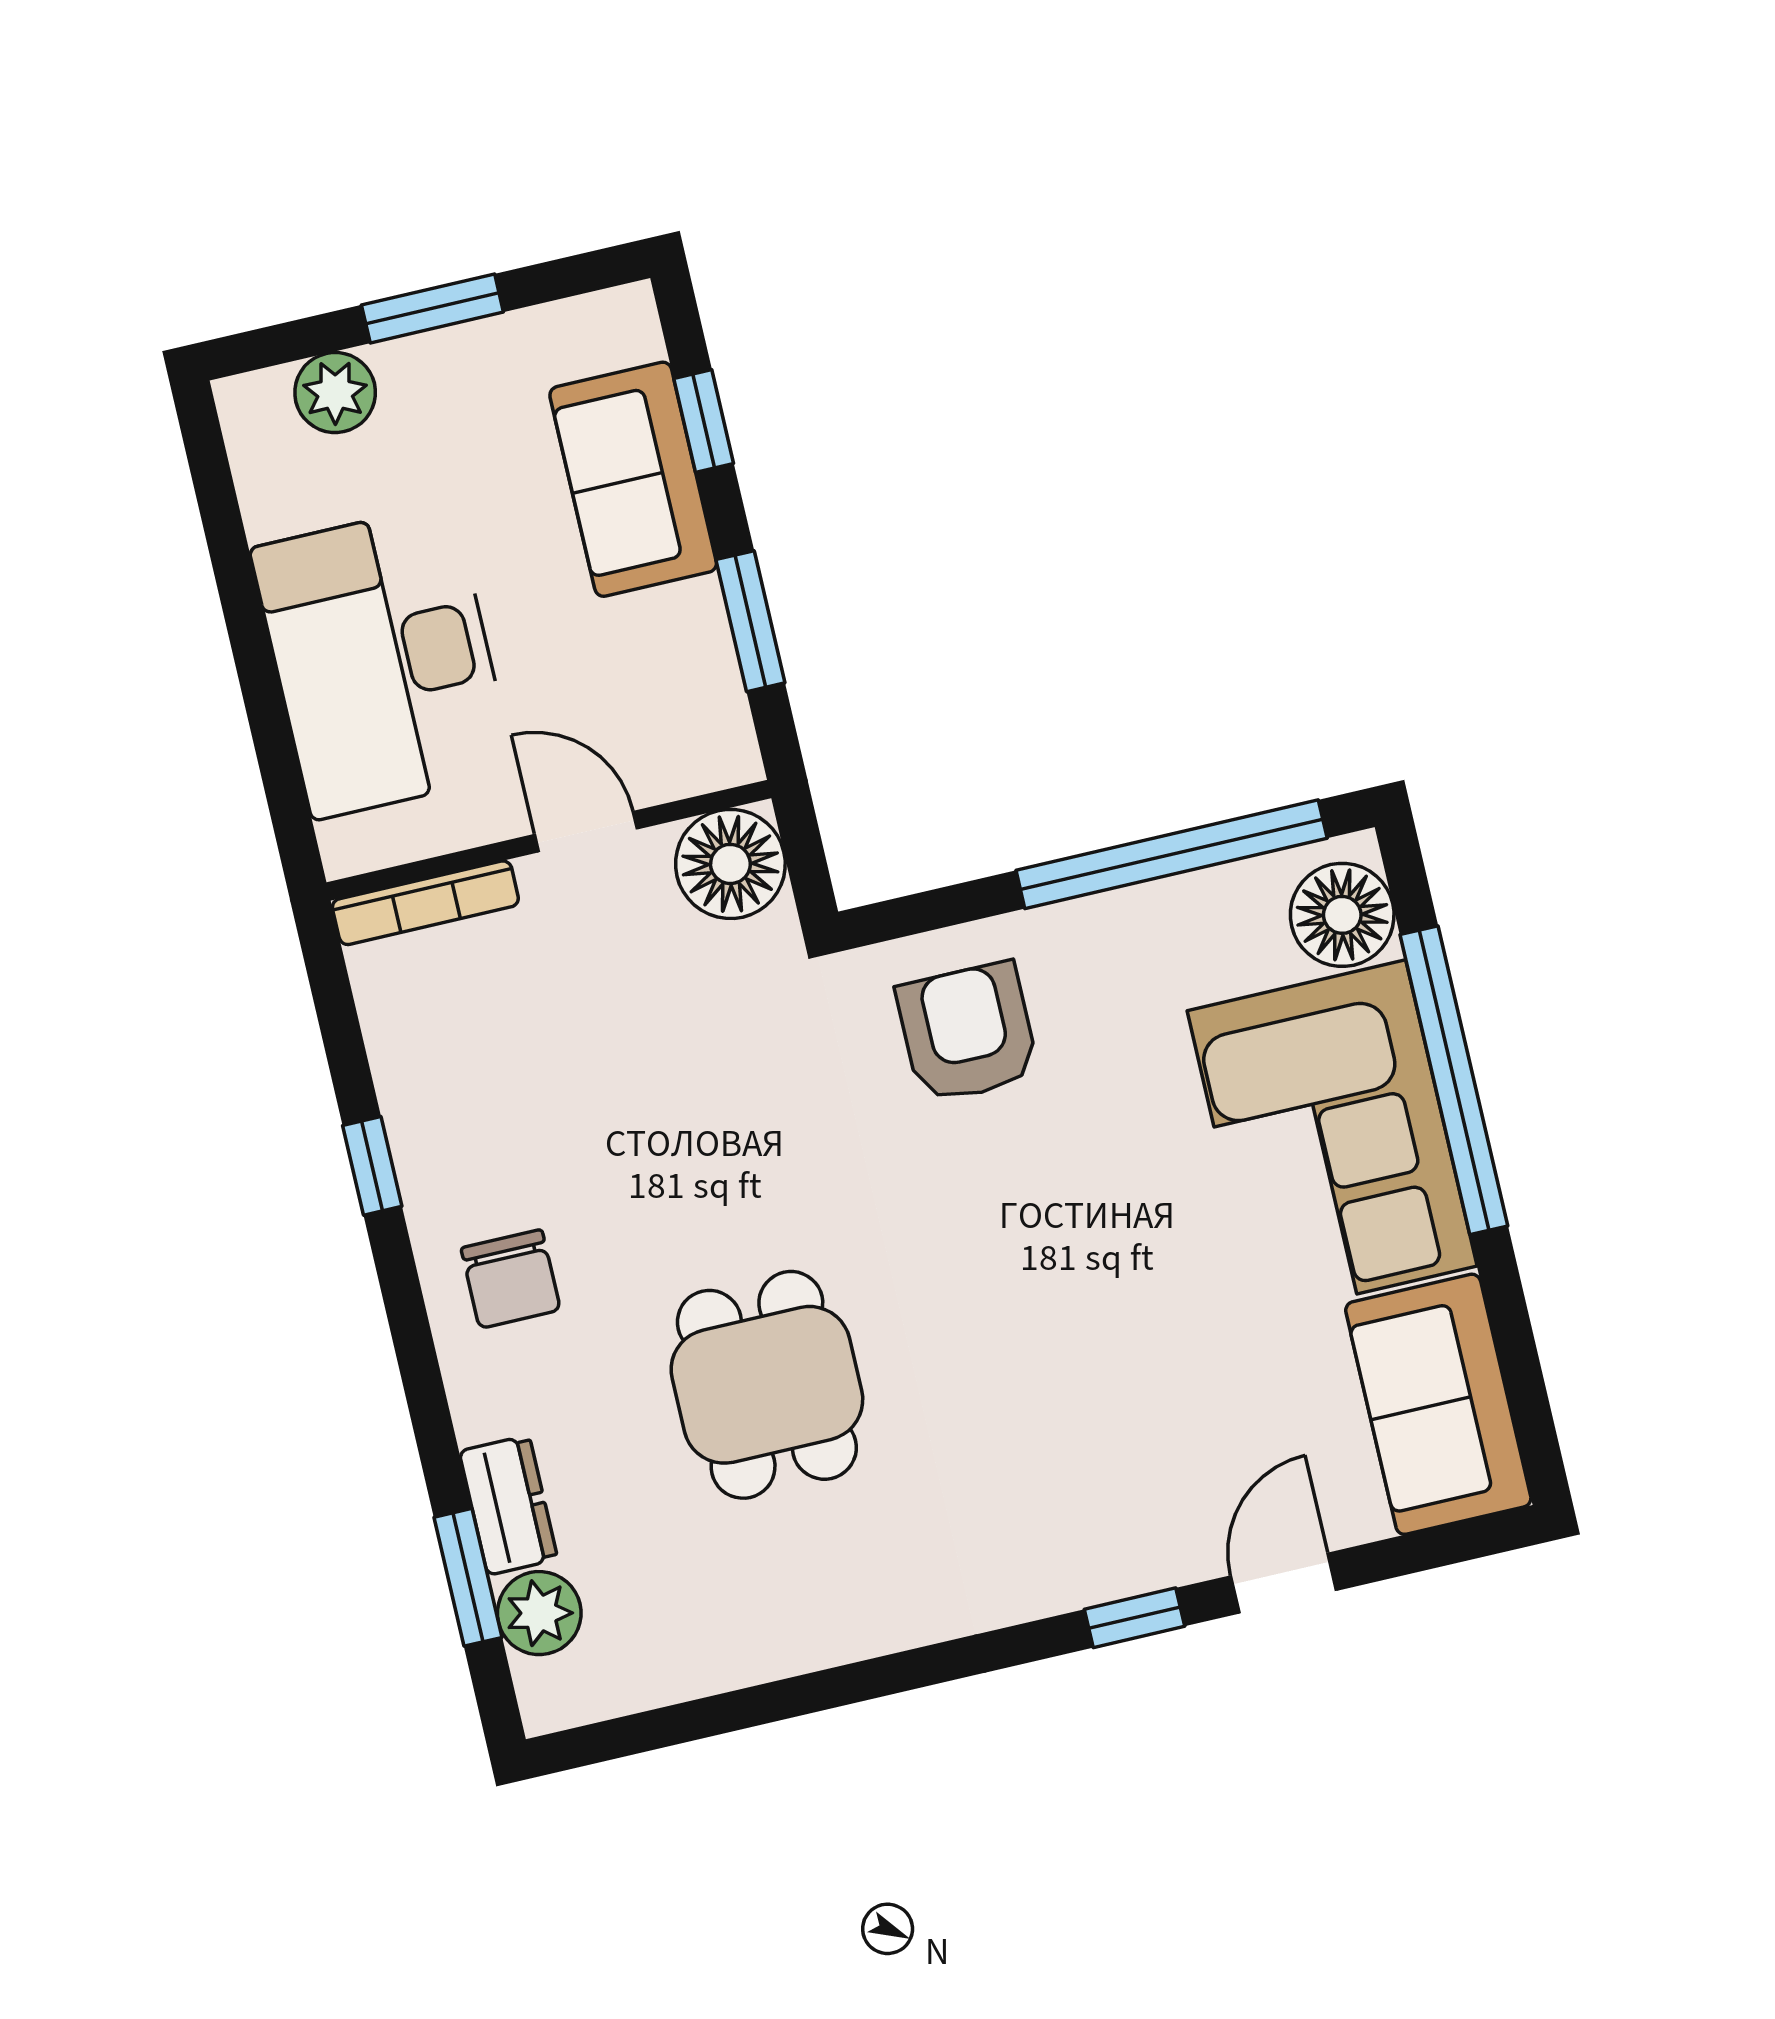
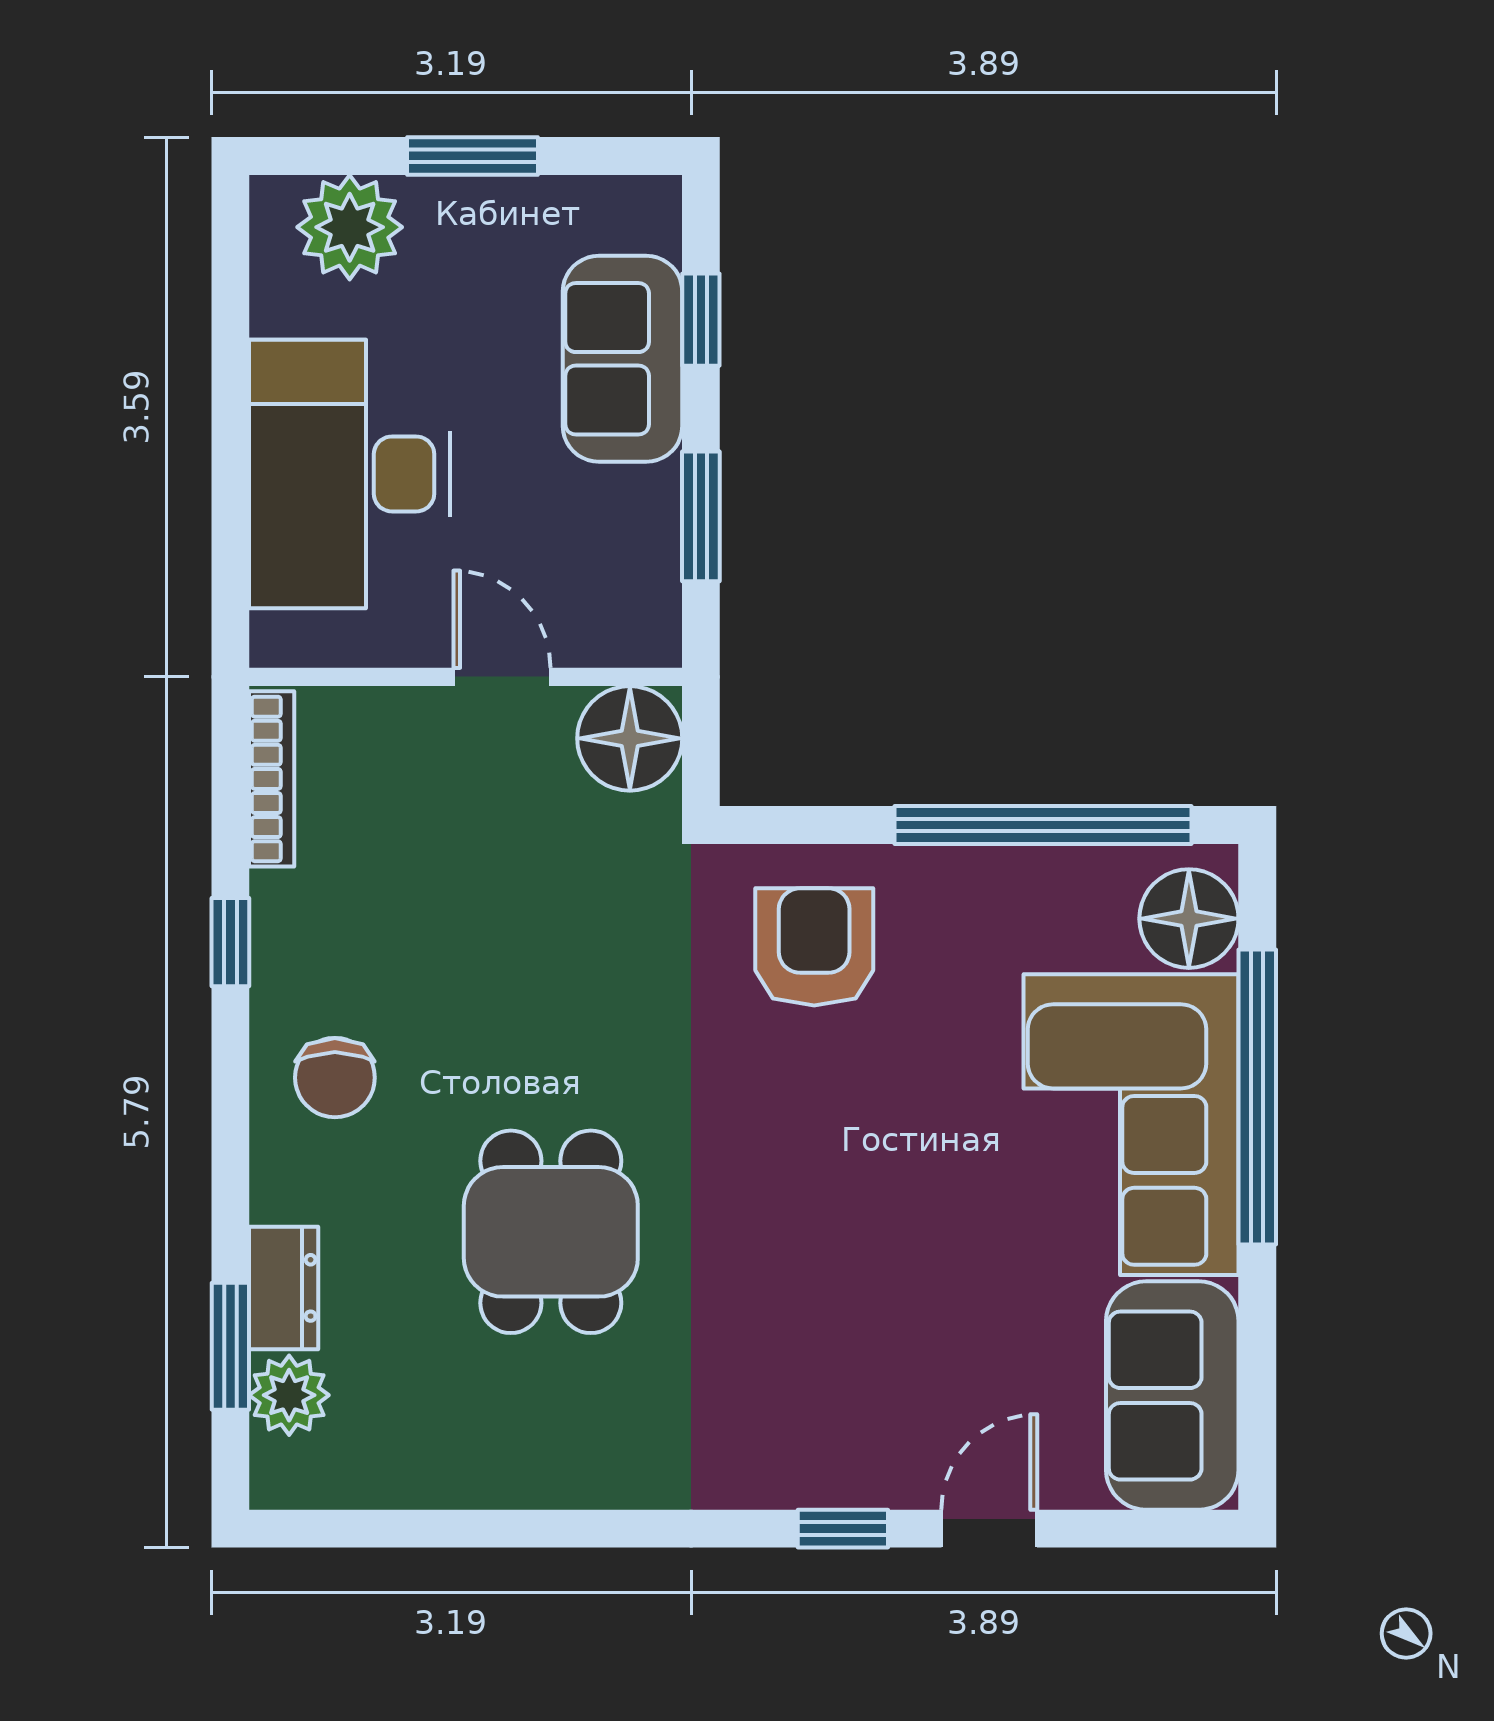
plant: (335, 393) -> (350, 227), width x1.36, depth x1.36
bookcase: (425, 903) -> (272, 779), moved, turned -90

